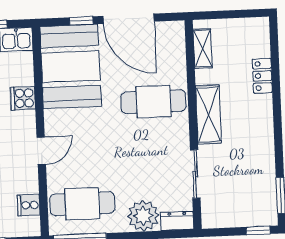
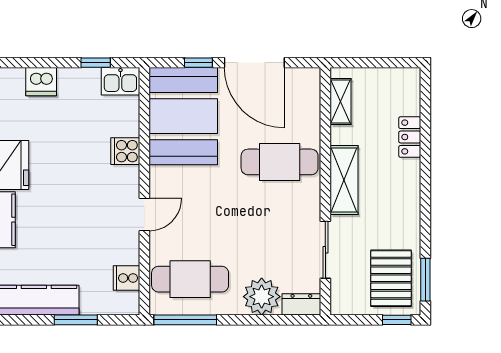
pallet: (252, 196) -> (391, 278), added

